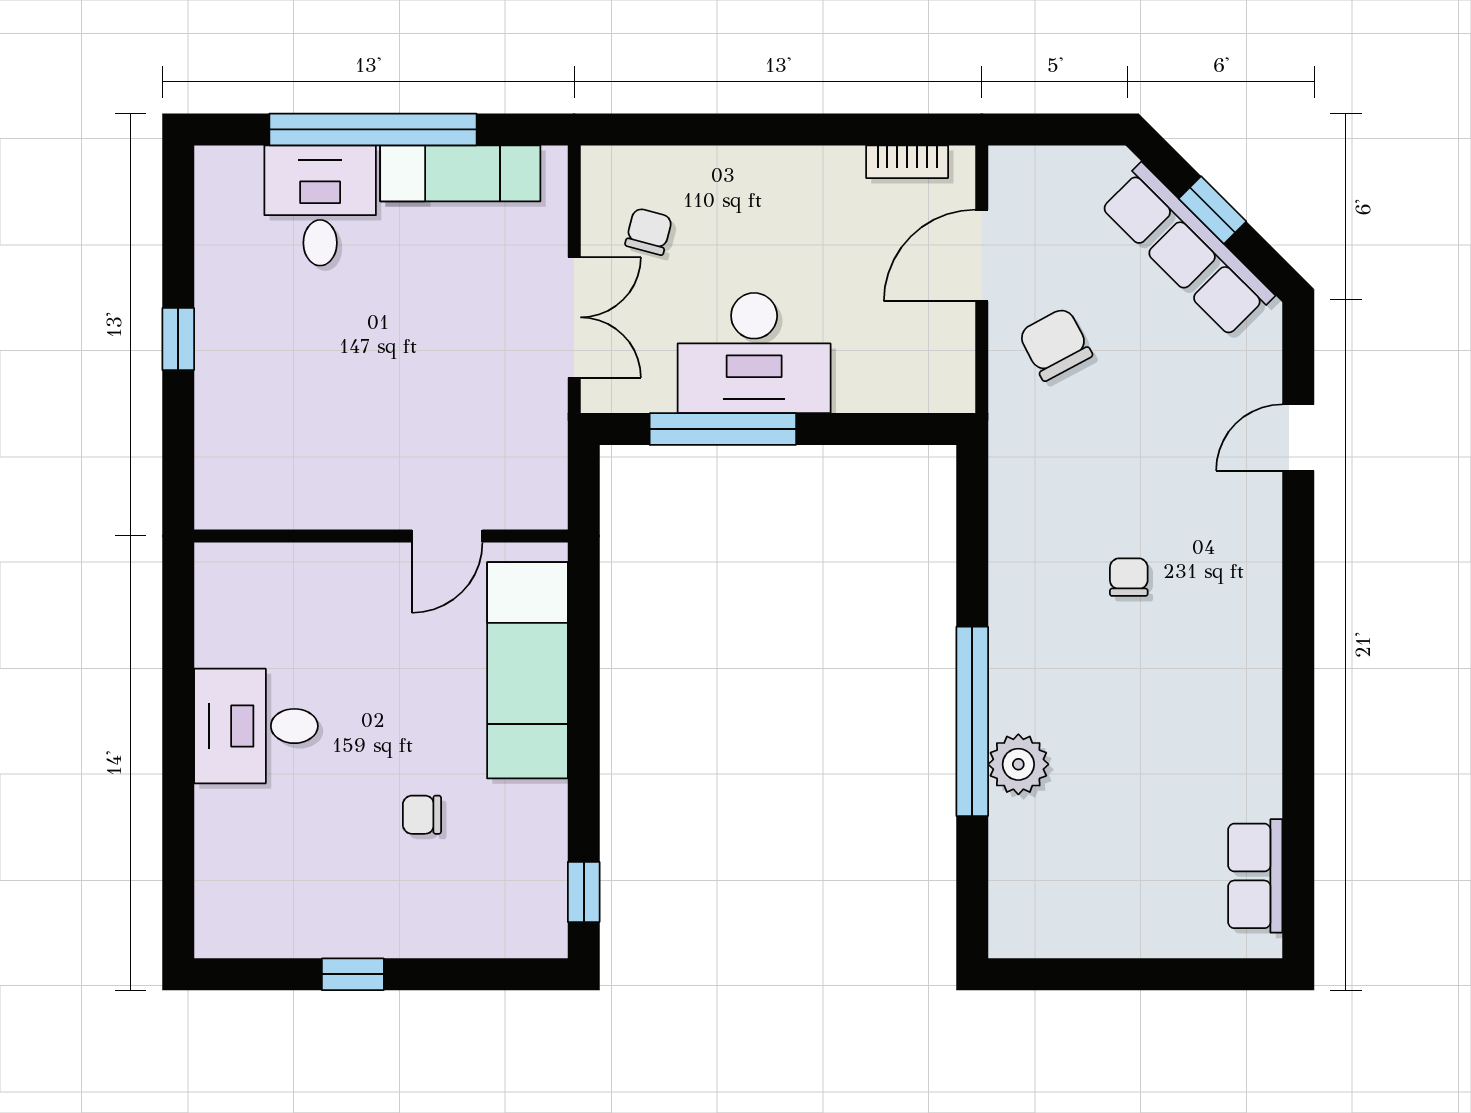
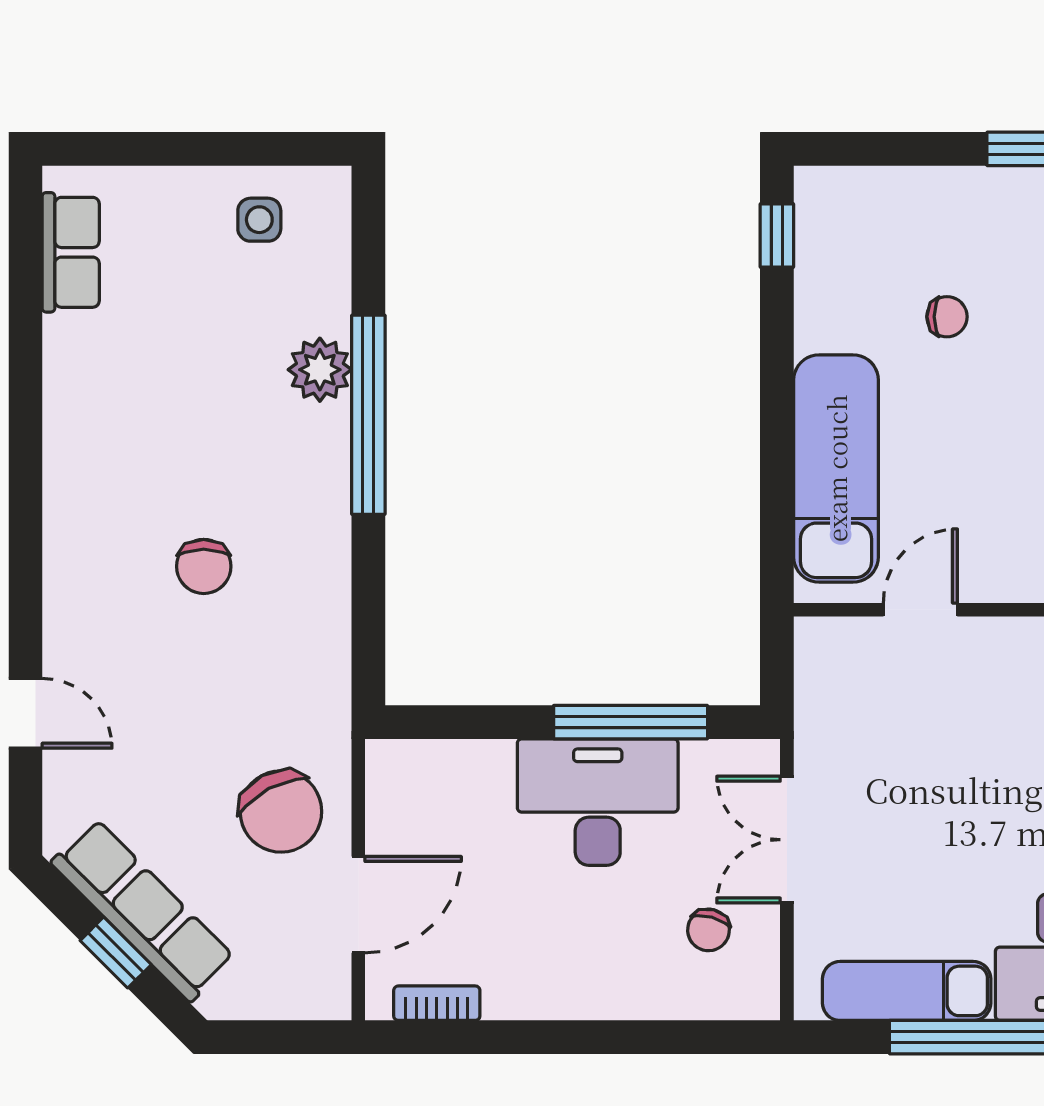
chair: (1055, 344) -> (281, 812), width x1.37, depth x1.37
door: (1298, 437) -> (26, 713), hinge flipped
chair: (1129, 577) -> (204, 566), width x1.37, depth x1.37
side table: (1076, 907) -> (259, 220), added

